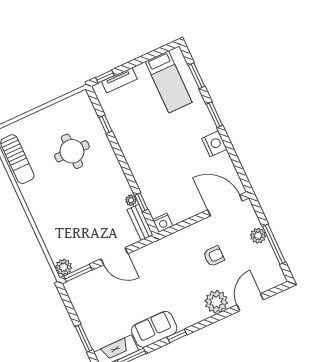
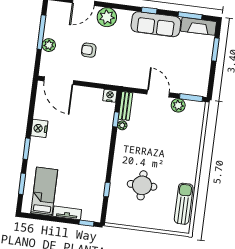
tv unit: (119, 80) -> (67, 213), moved
plant: (64, 267) -> (178, 105), moved
sofa: (154, 329) -> (156, 24), width x1.36

